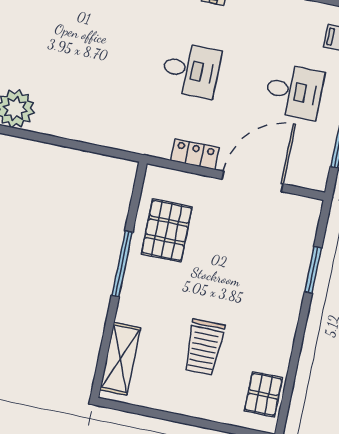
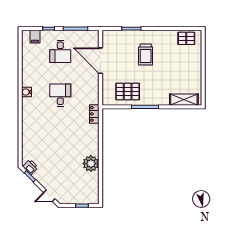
desk: (294, 91) -> (60, 51), turned 180
locker: (195, 154) -> (94, 114), moved
trolley: (204, 347) -> (146, 54), moved, turned 90

